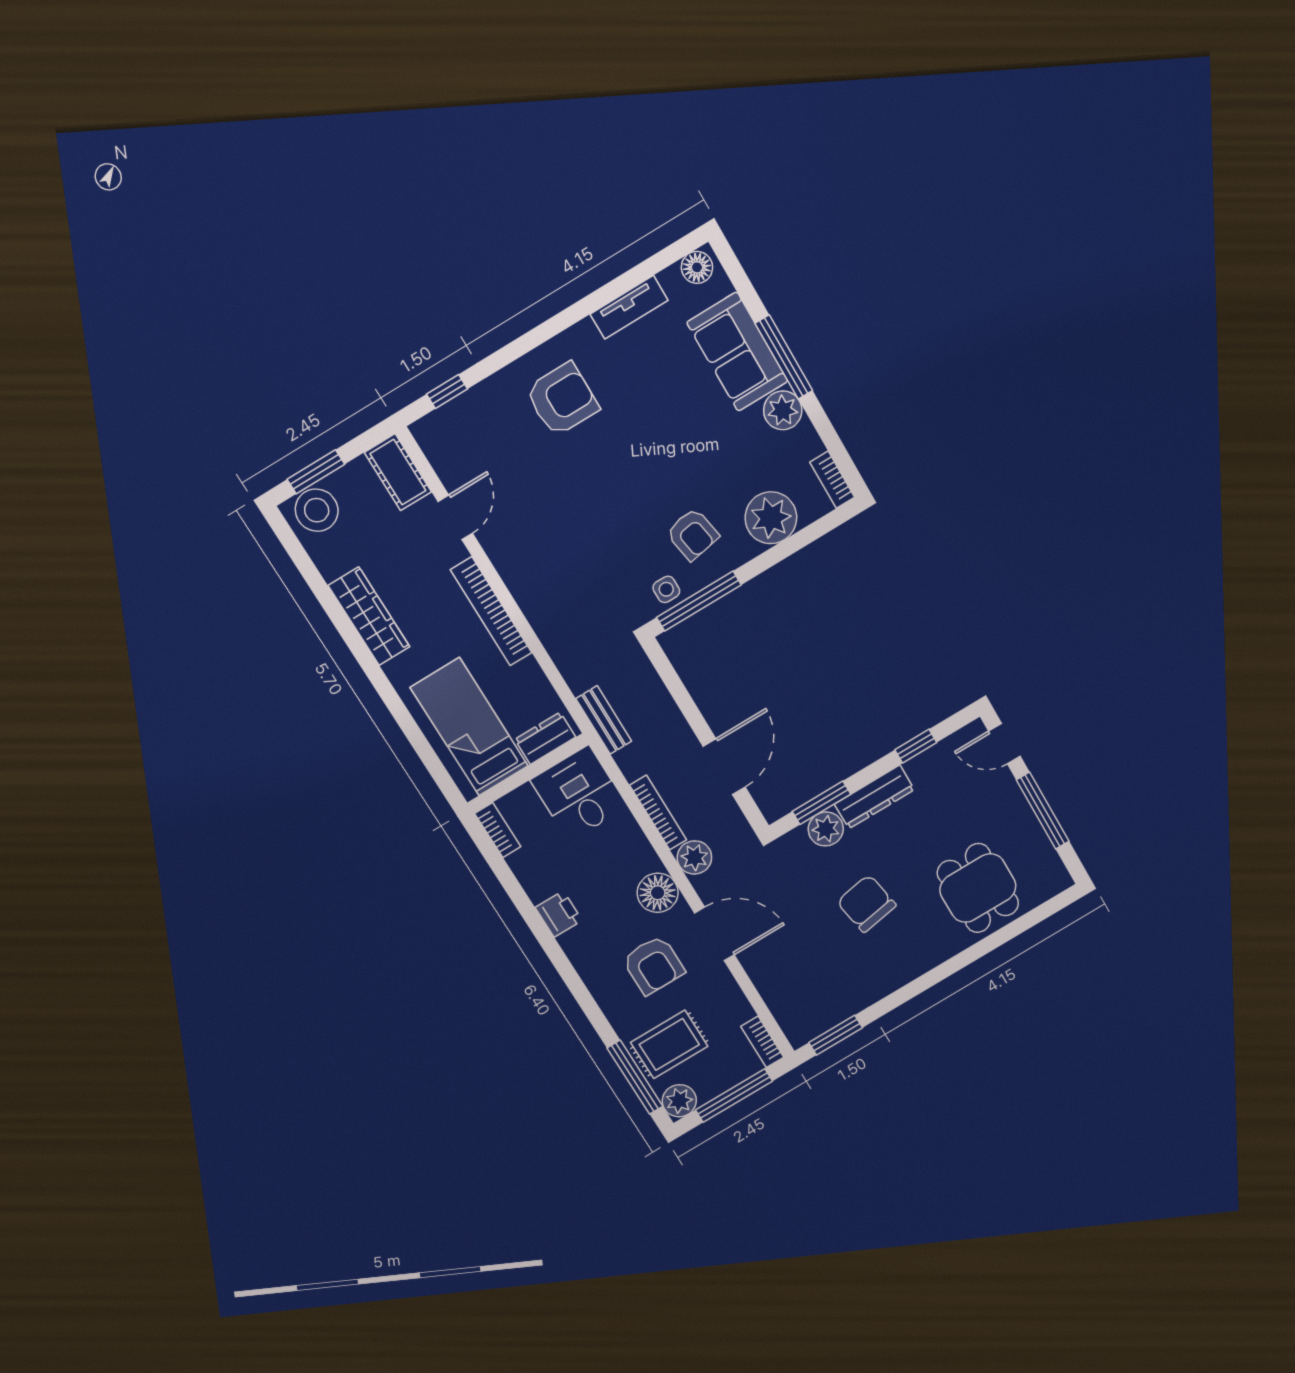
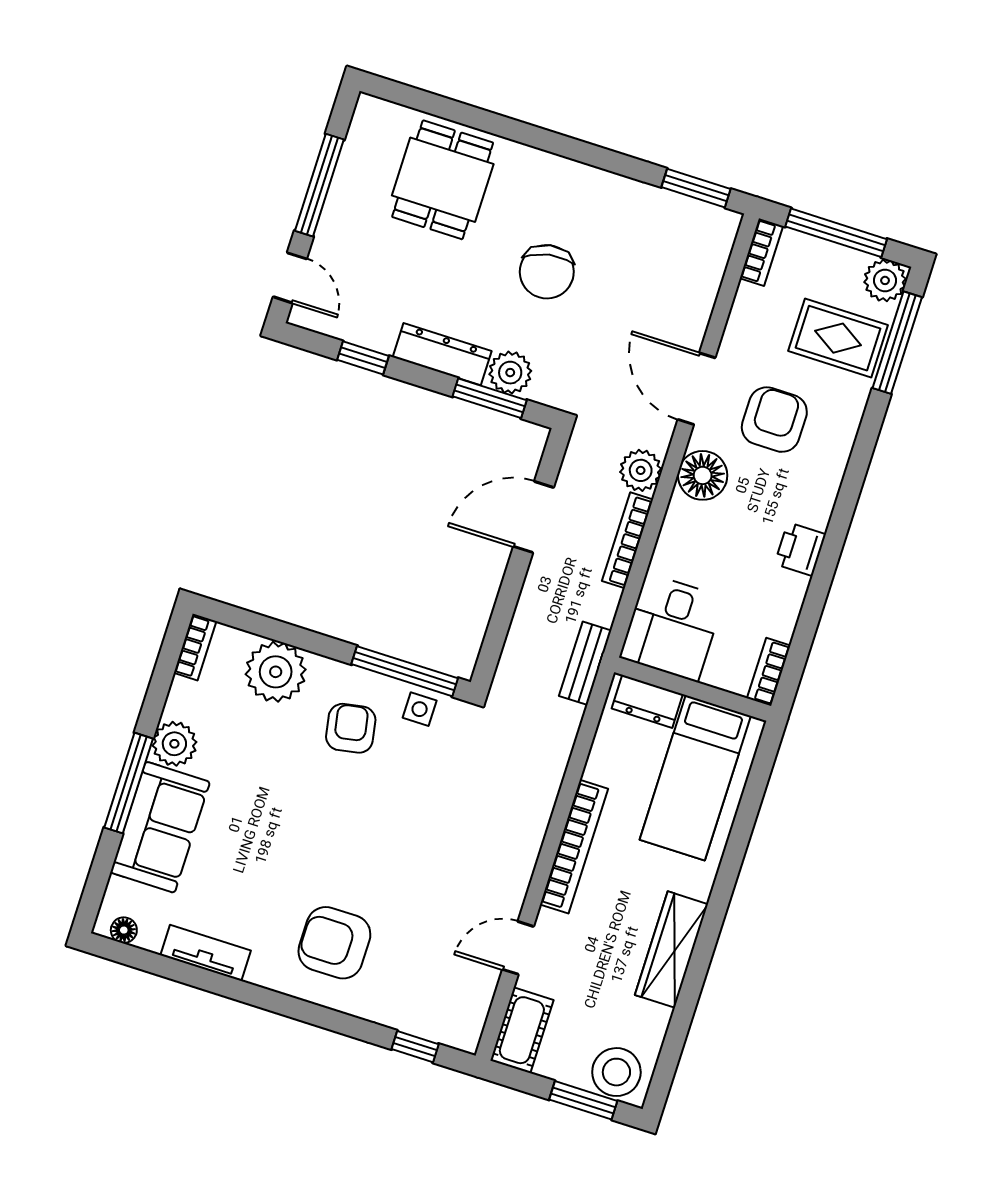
floor lamp: (697, 267) -> (124, 930), width x0.73, depth x0.73

